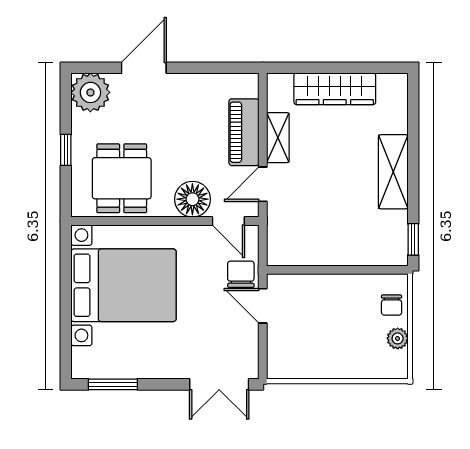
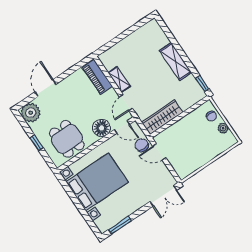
wardrobe: (335, 89) -> (162, 117), moved, turned 180
piano: (244, 132) -> (97, 77), moved

